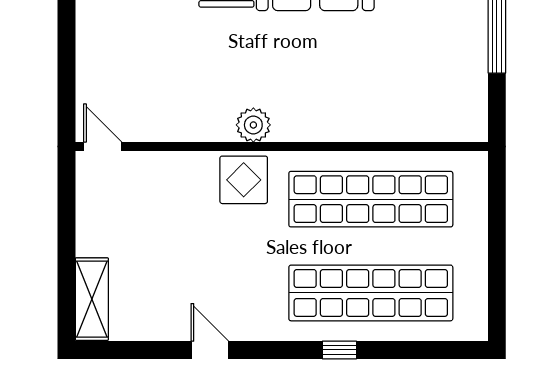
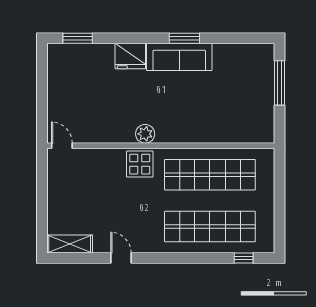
shelving: (92, 299) -> (70, 244), moved, turned 90
window: (339, 350) -> (244, 258), moved

